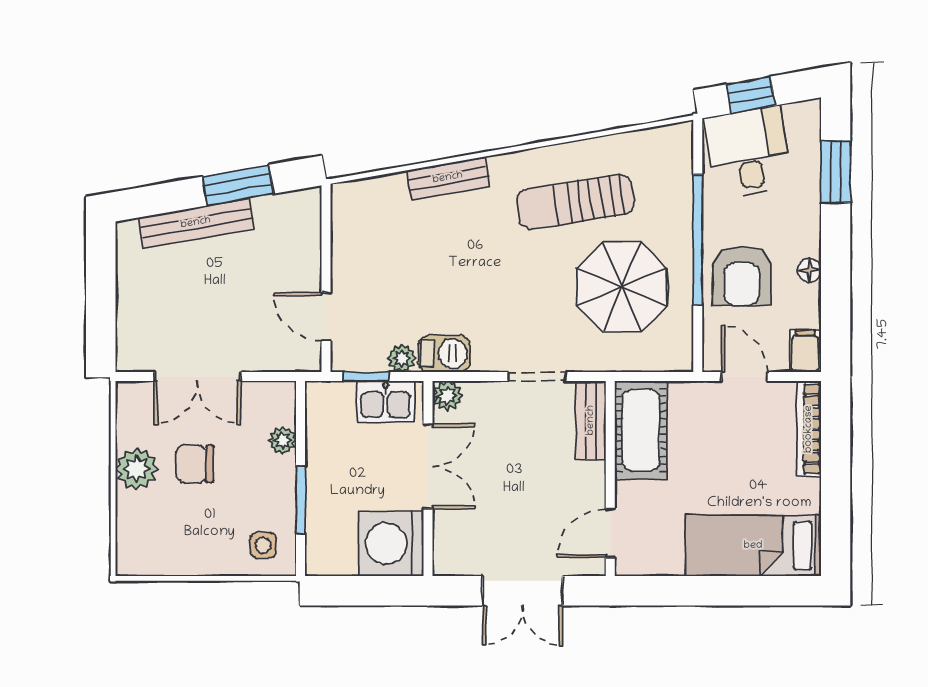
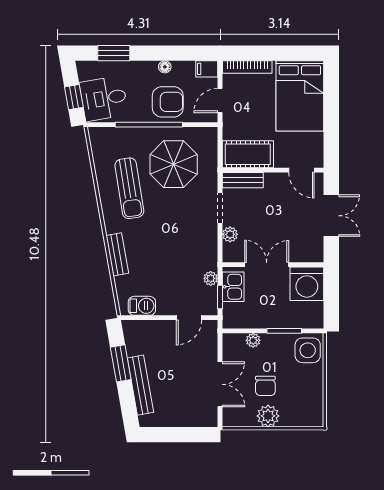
barbecue: (444, 354) -> (142, 306), moved, turned 90
plant: (447, 396) -> (230, 234), moved
side table: (263, 545) -> (308, 350), width x1.87, depth x1.87
bed: (753, 546) -> (300, 96), width x1.50

